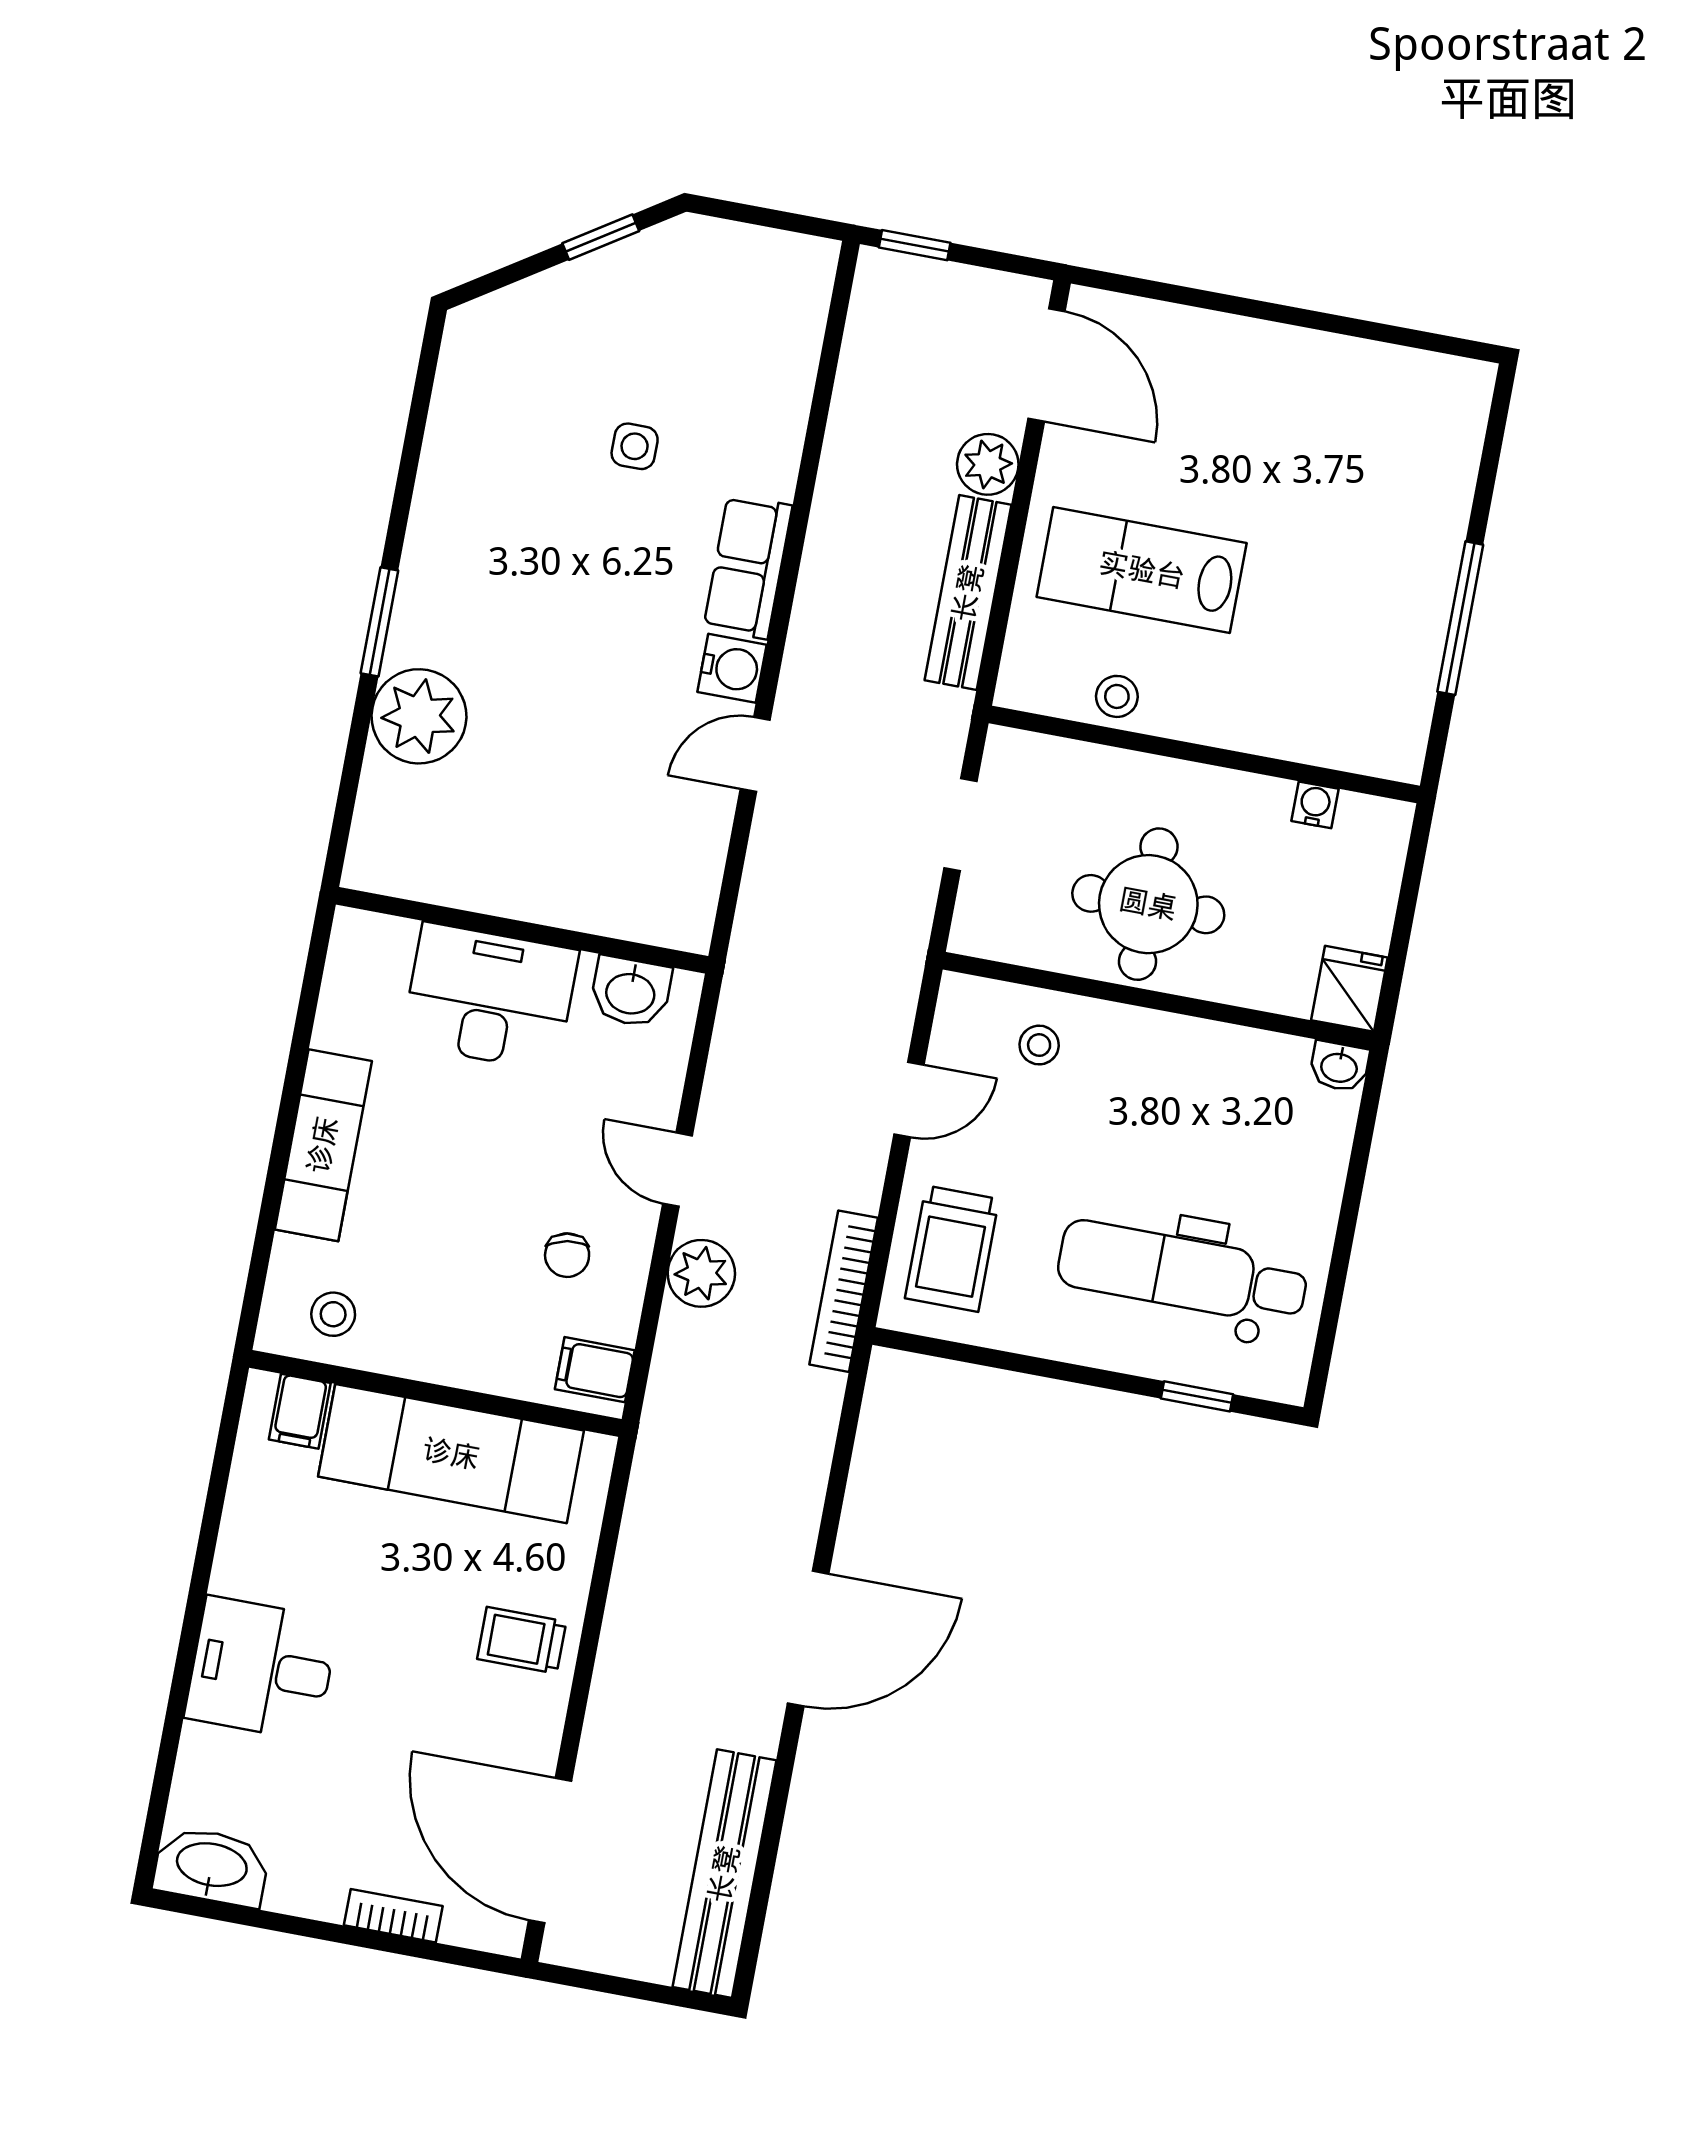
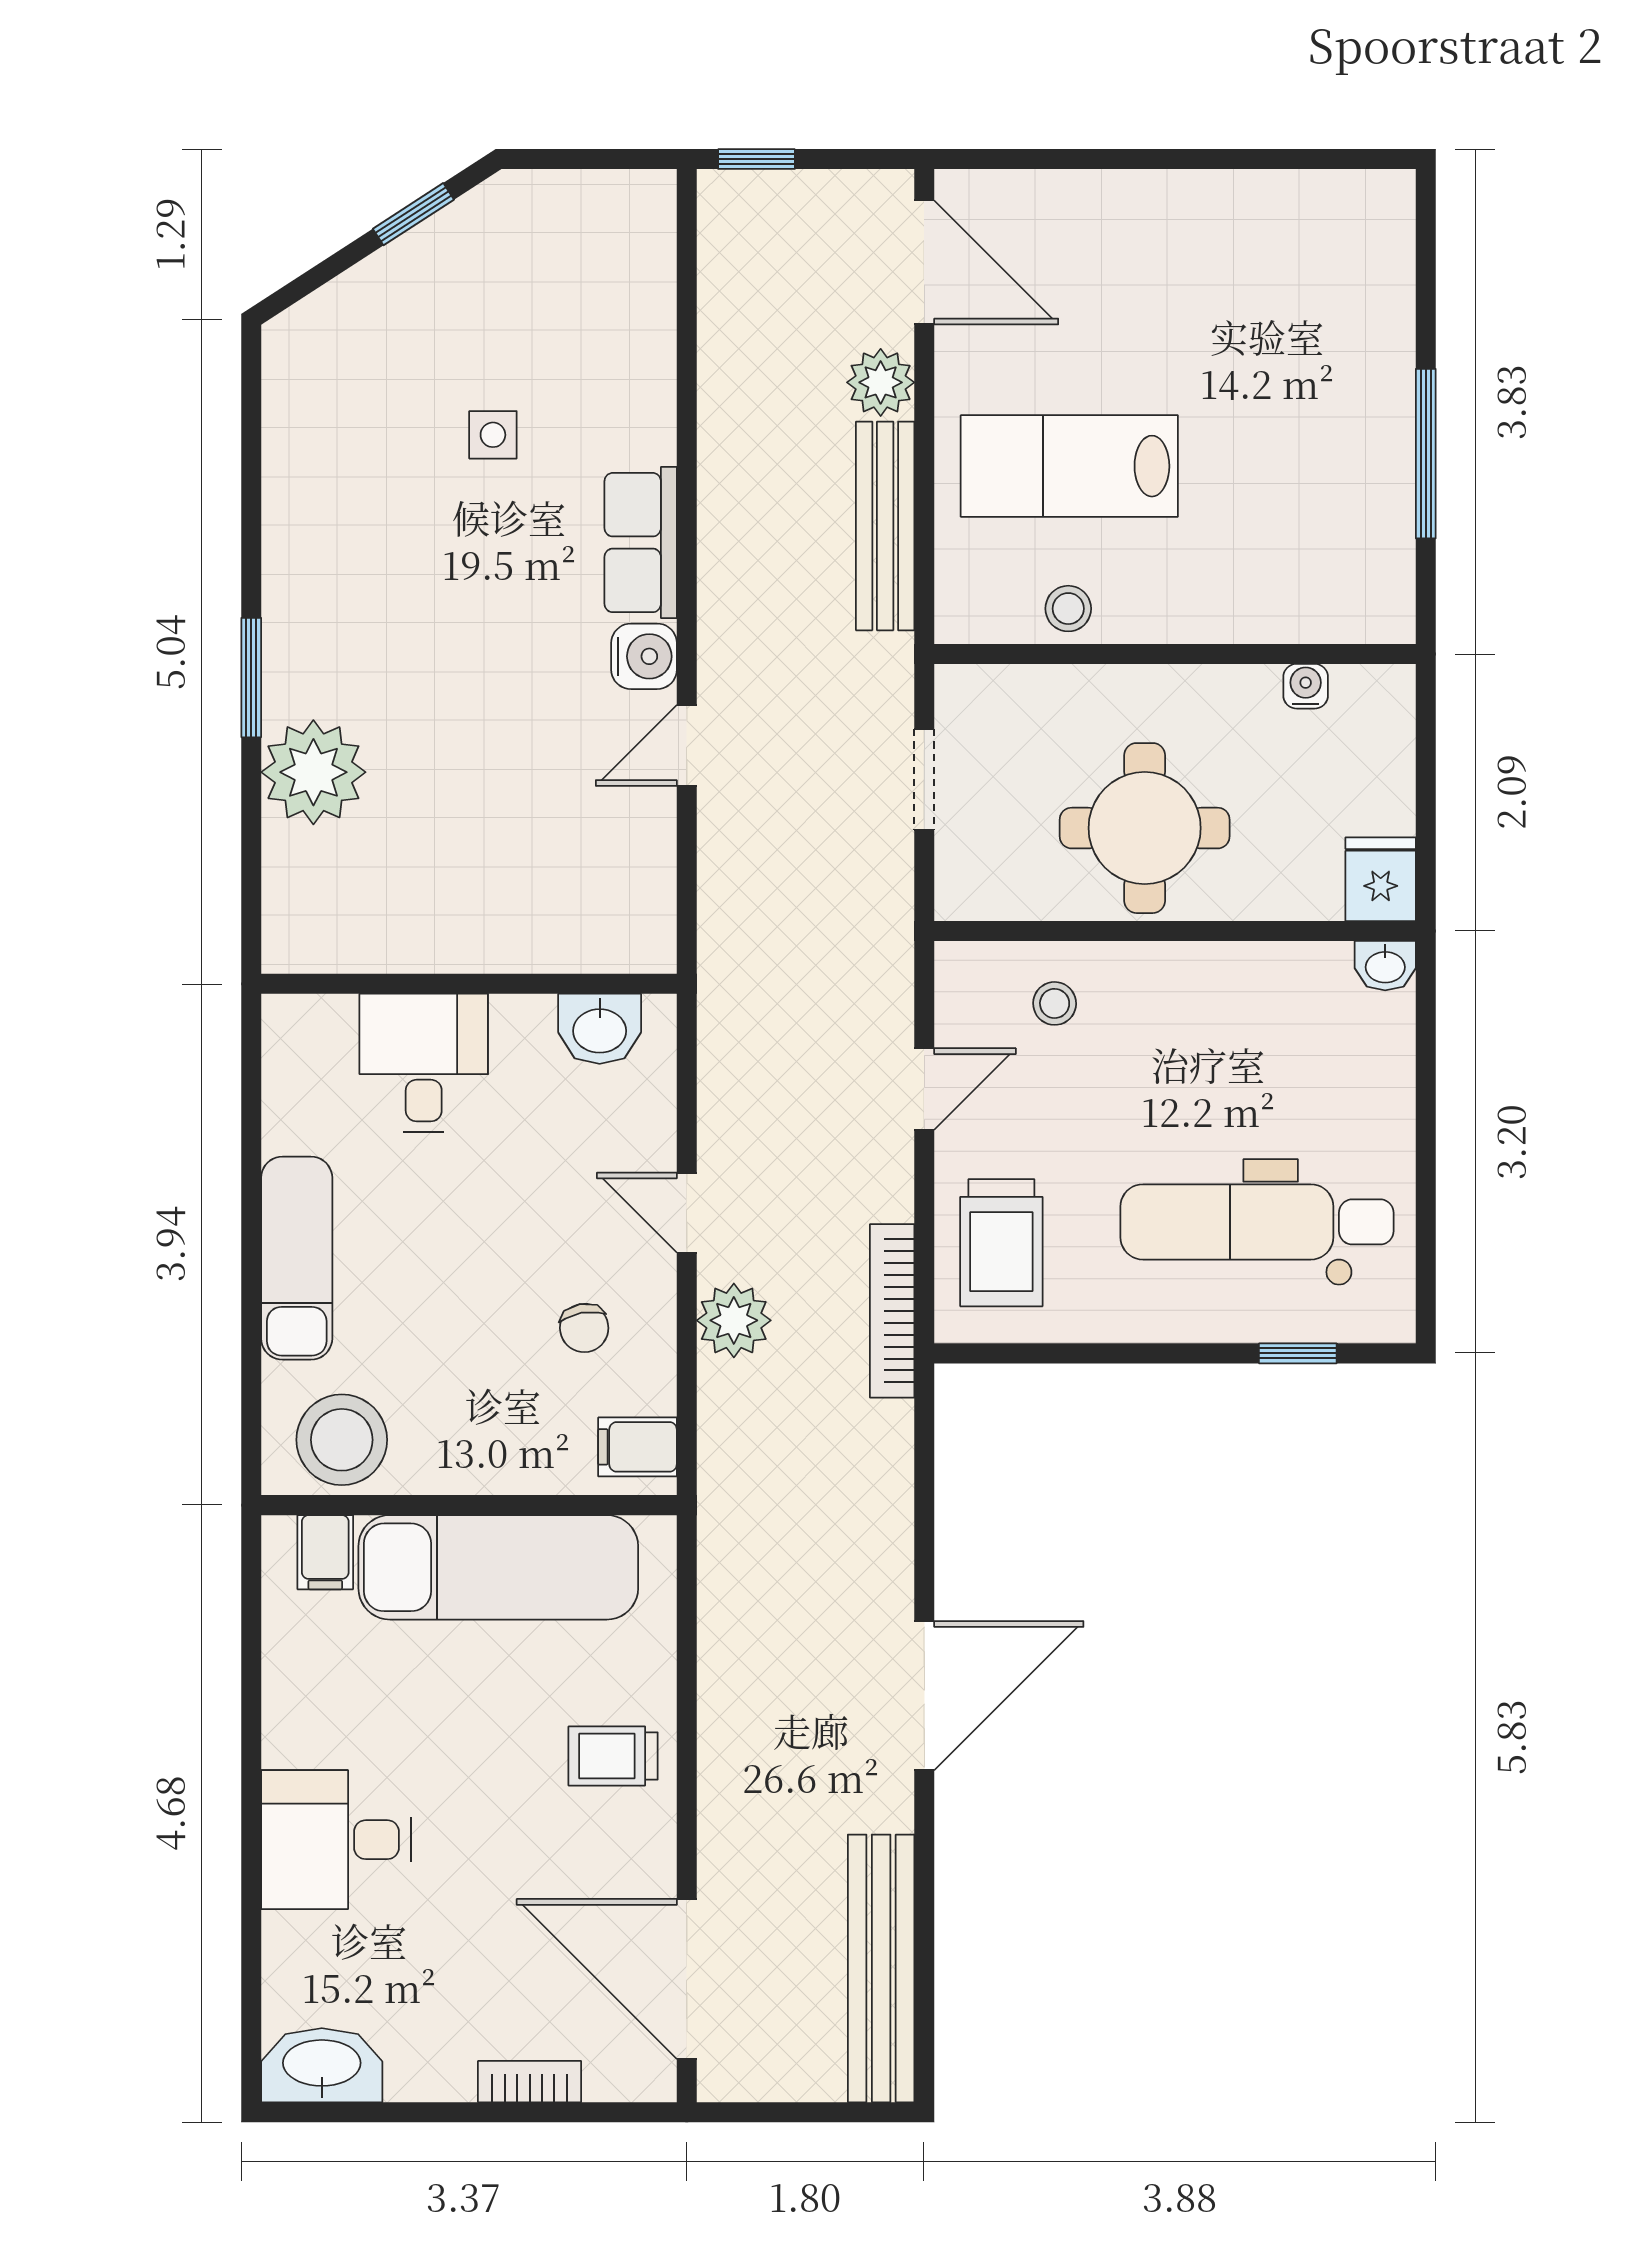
desk: (490, 997) -> (424, 1063), width x0.73
stool: (333, 1314) -> (342, 1440), width x1.89, depth x1.89

